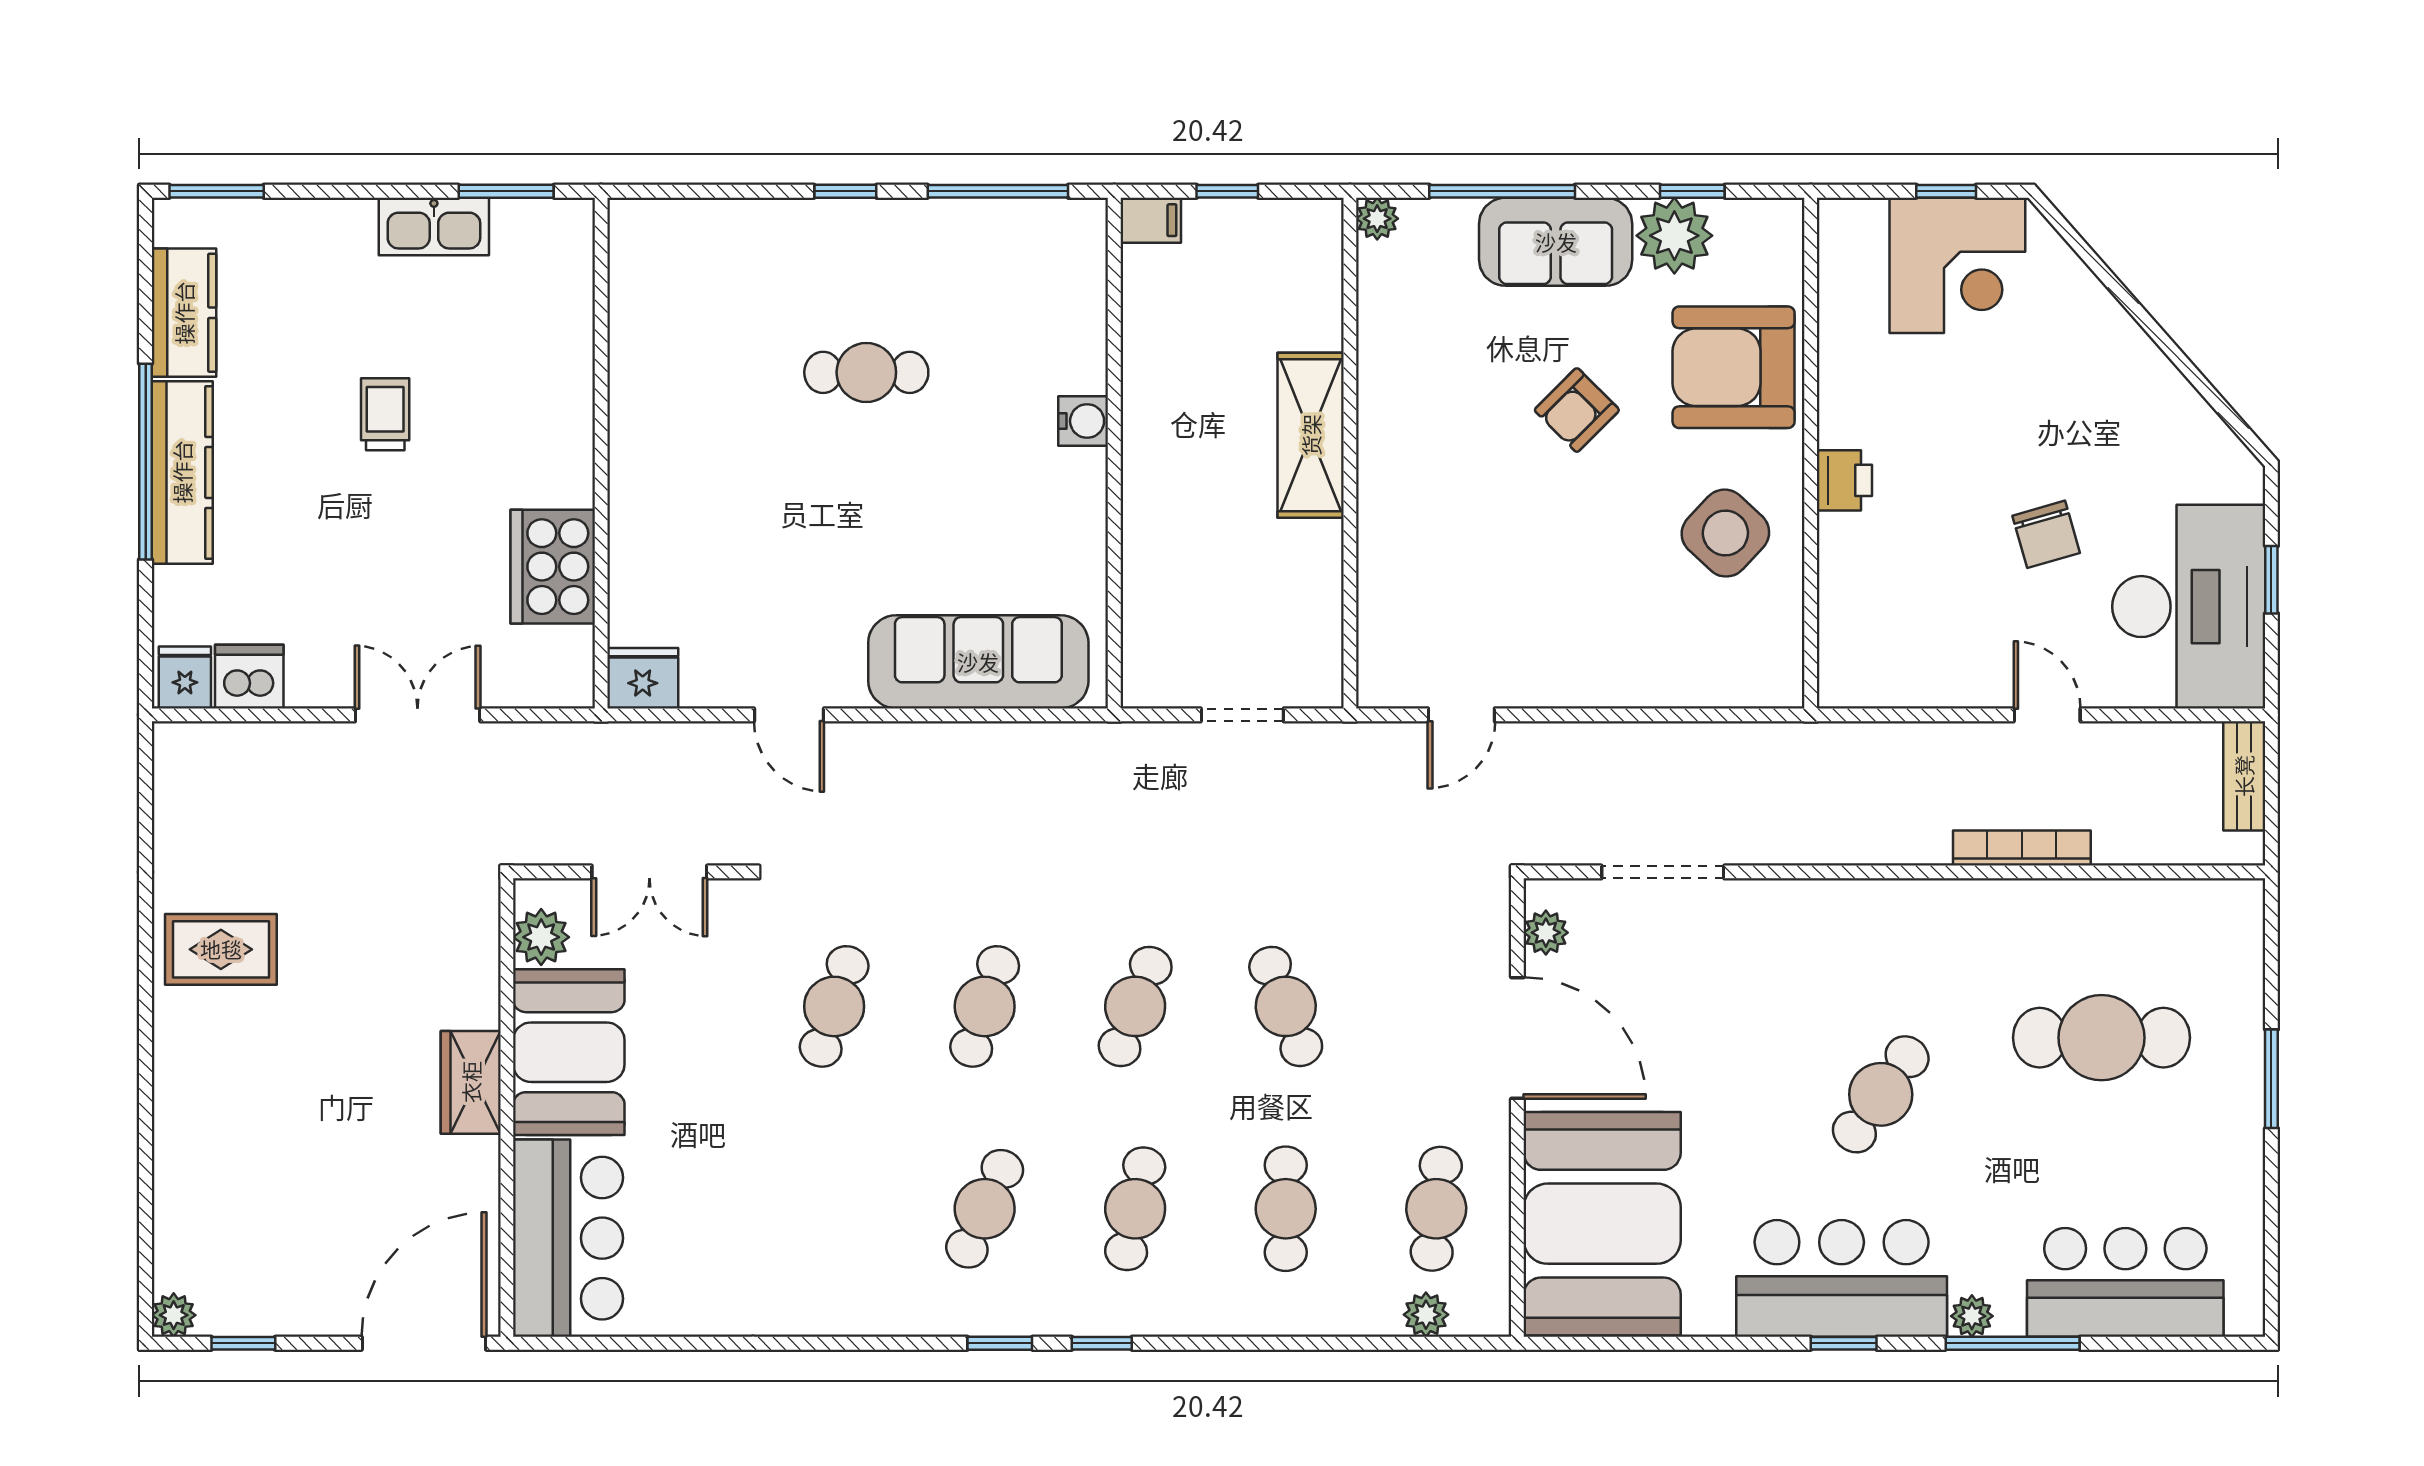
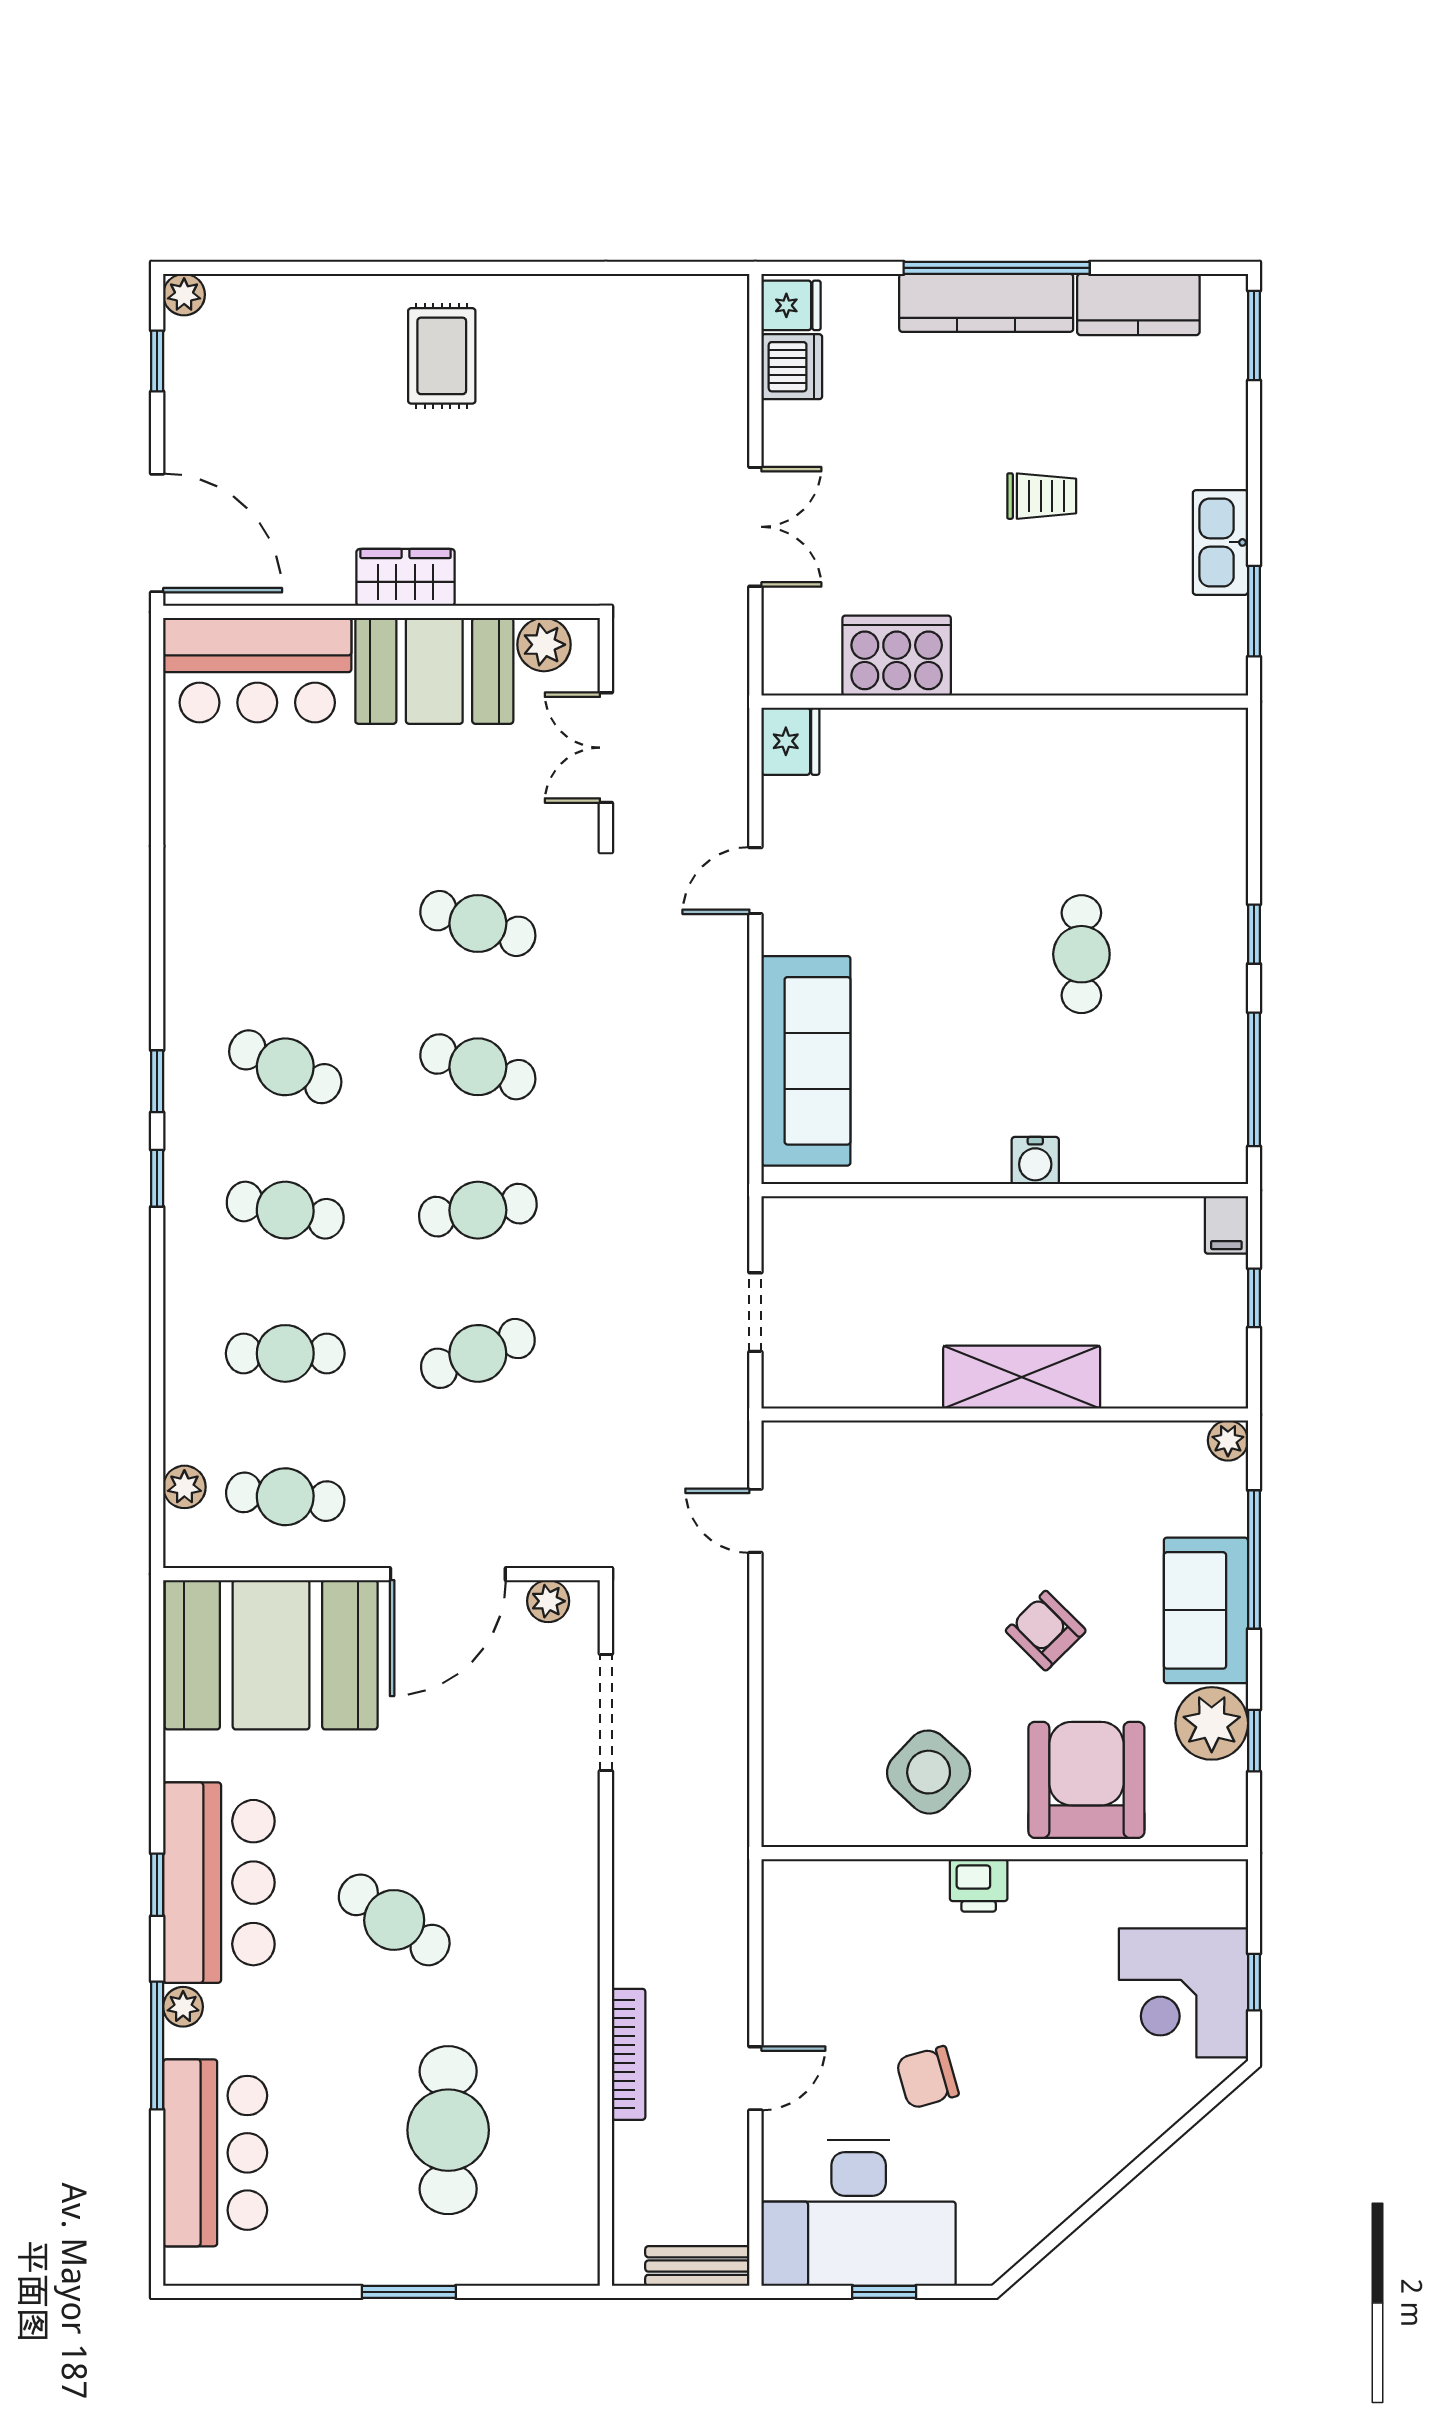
rug: (221, 949) -> (442, 356), moved
cafe table: (1135, 1006) -> (478, 1210), turned -30

